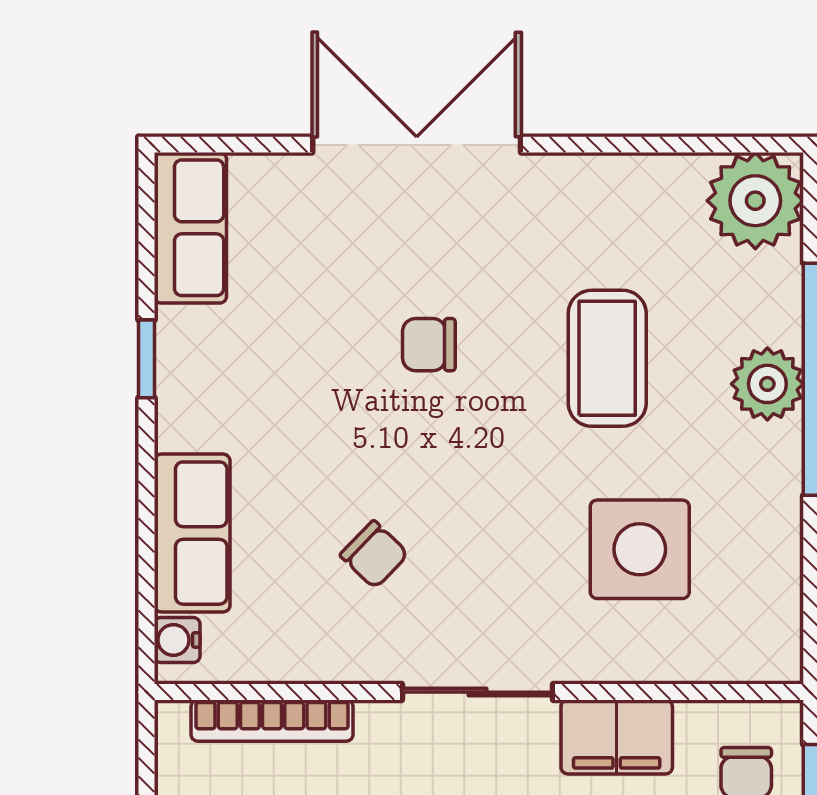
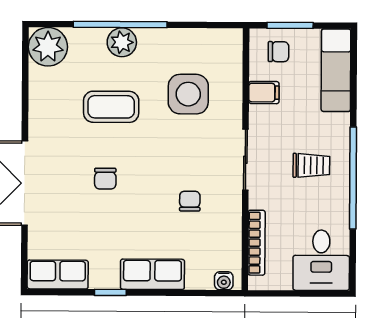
row of seats: (192, 533) -> (152, 274), moved
chair: (374, 555) -> (190, 201), turned -44
filing cabinet: (617, 737) -> (264, 93), width x0.50

